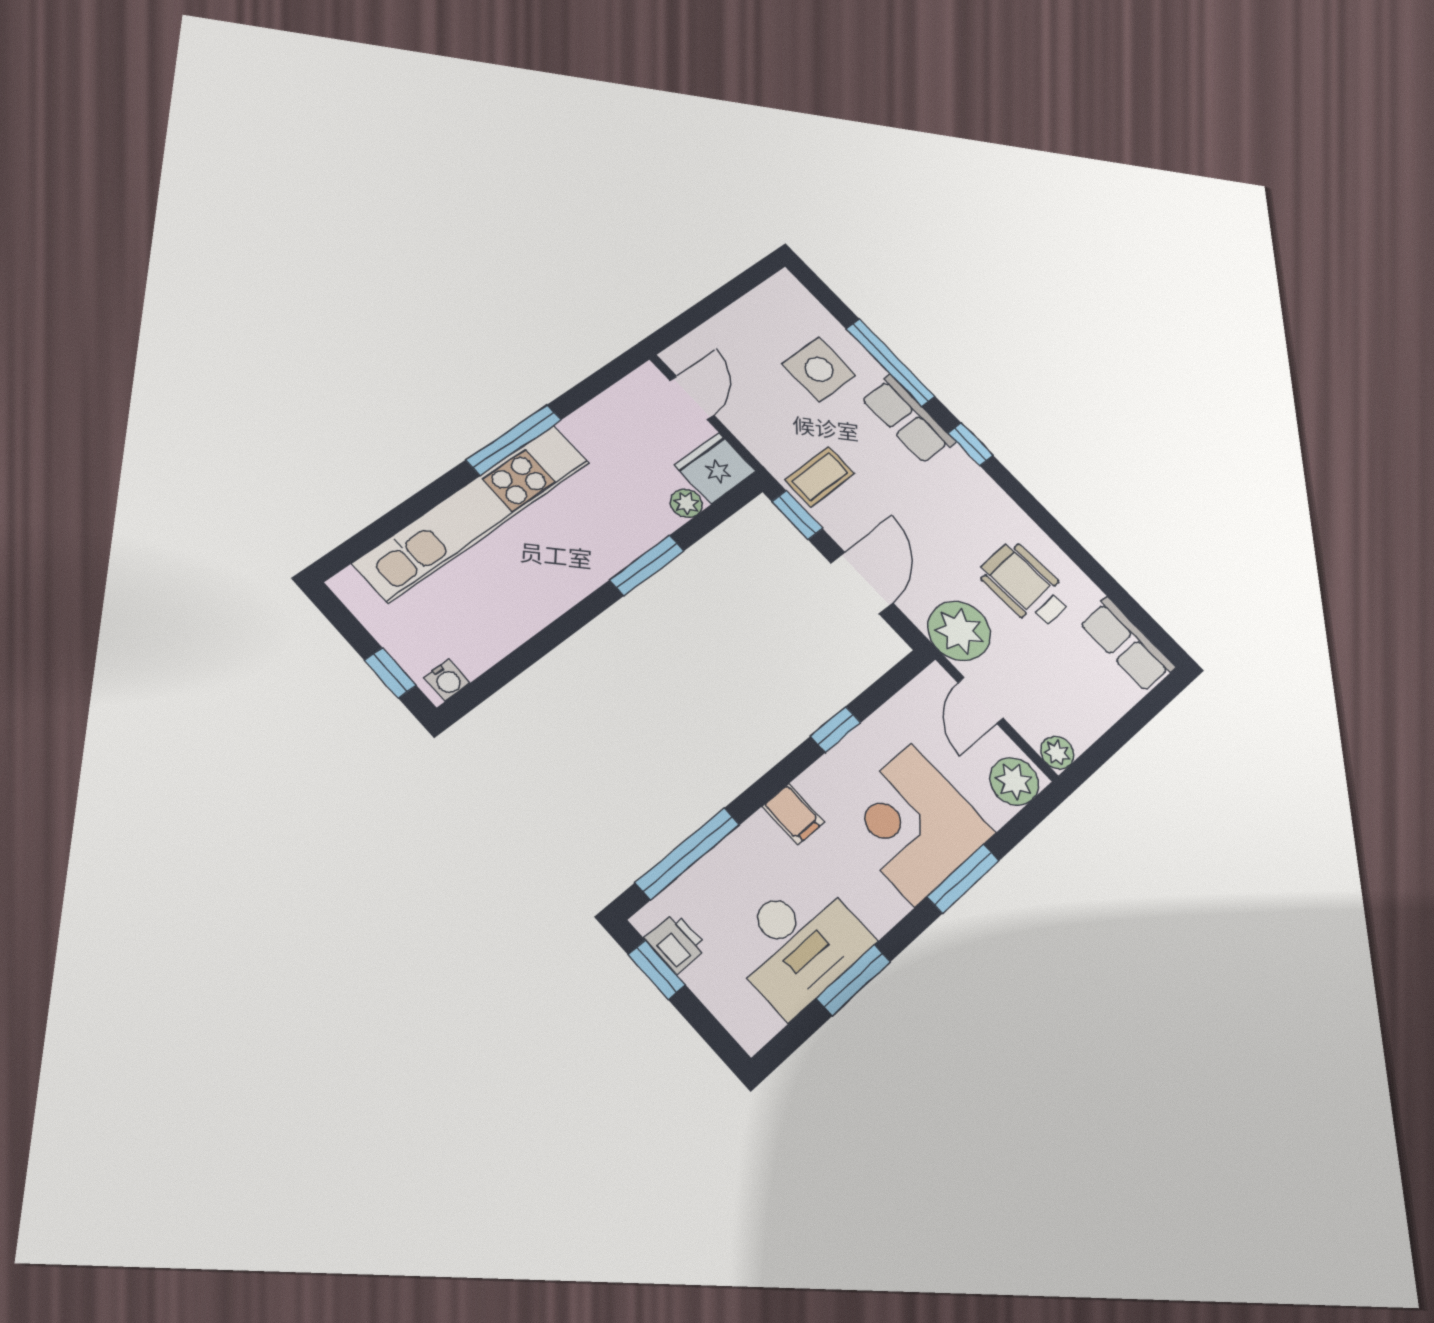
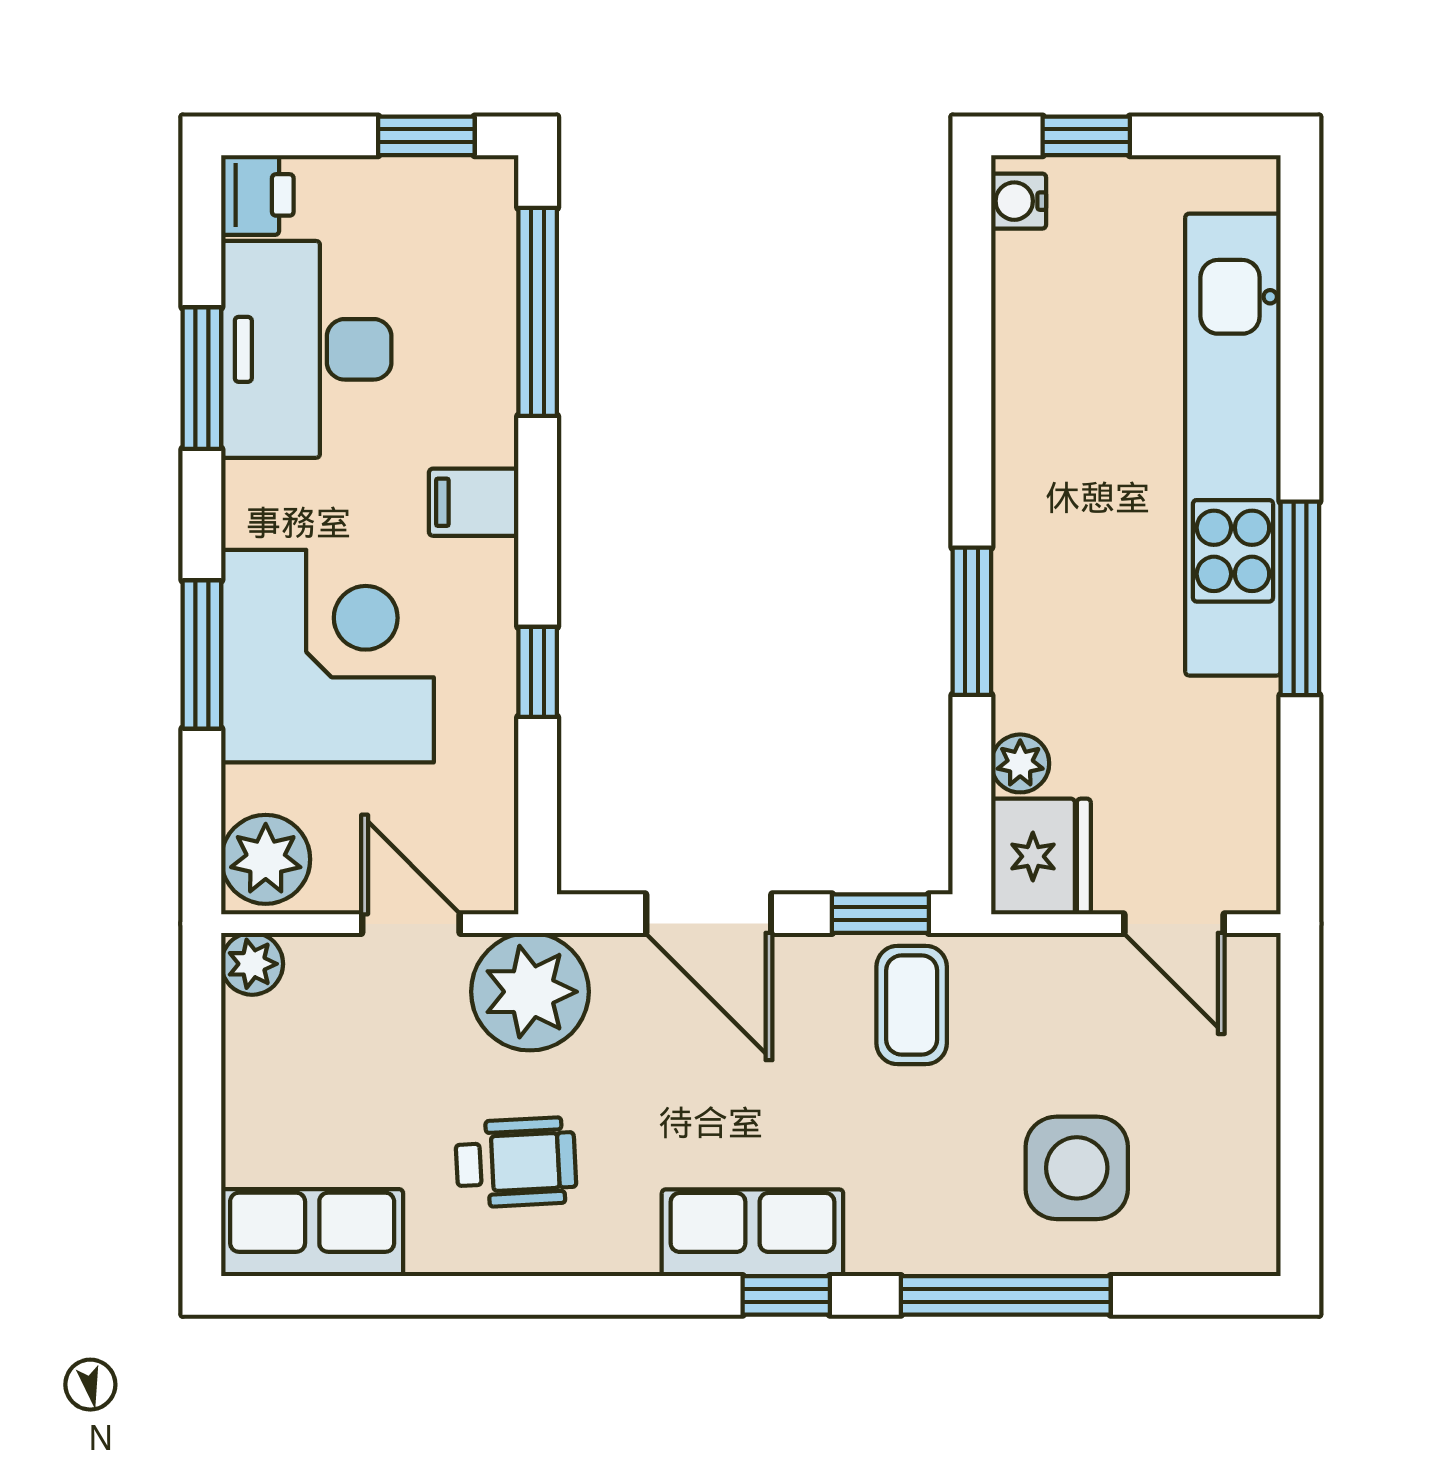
row of seats: (908, 420) -> (752, 1233), moved
wheelchair: (1025, 585) -> (516, 1162), width x0.73, depth x0.73
printer: (676, 943) -> (257, 195), moved, turned -90

